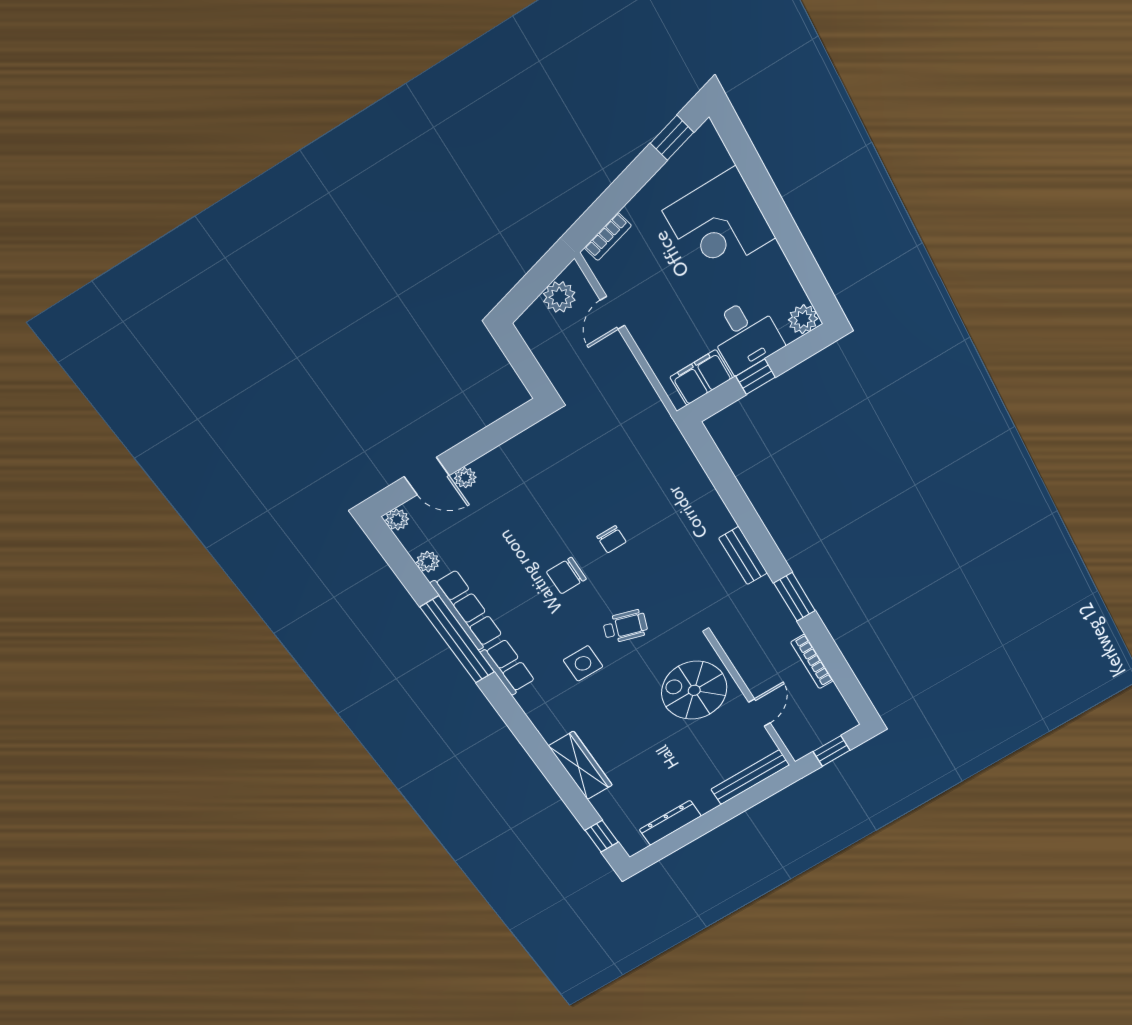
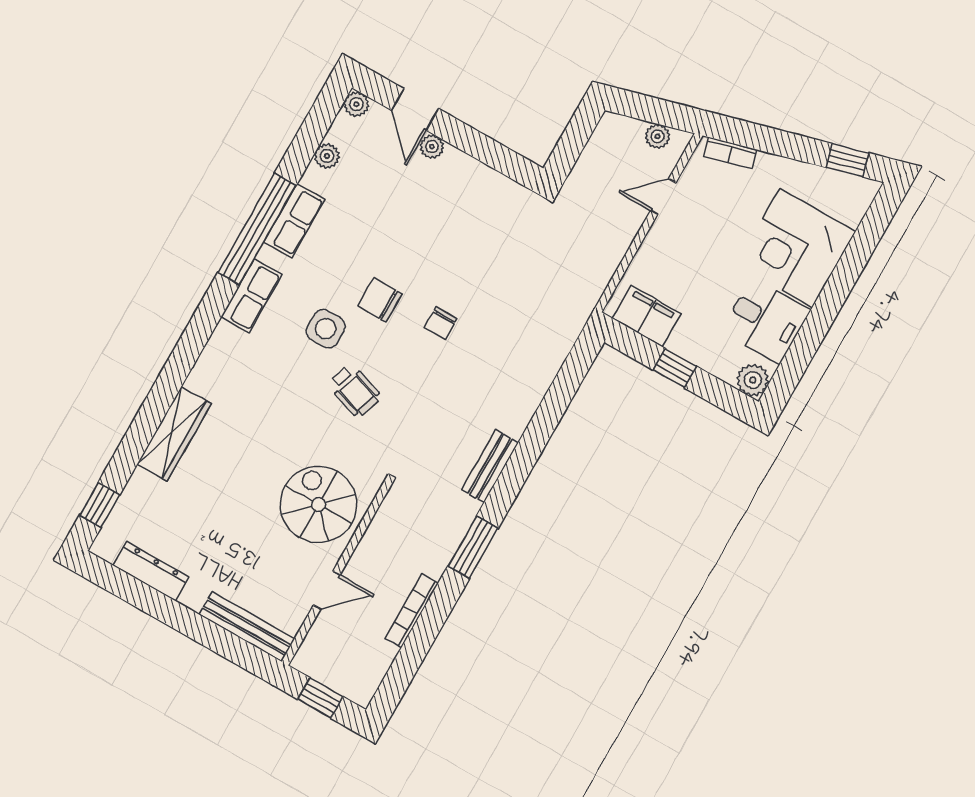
plant: (559, 297) -> (657, 136), width x0.73, depth x0.73
desk: (745, 335) -> (766, 320), moved, turned -90
row of seats: (467, 610) -> (294, 221), width x0.68
side table: (583, 663) -> (326, 329), moved

